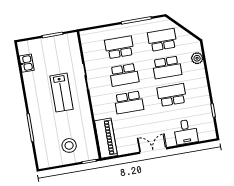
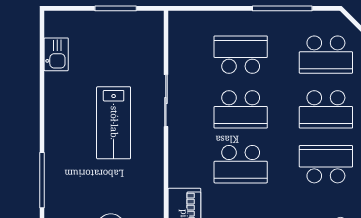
school desk: (162, 40) -> (326, 55), turned 180

